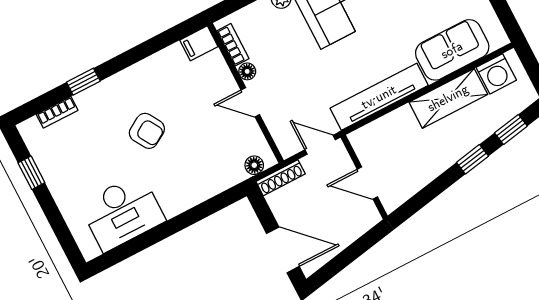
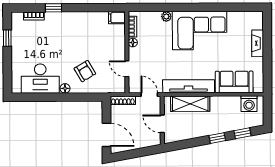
shelving: (448, 98) -> (190, 104), moved
door: (250, 102) -> (127, 69), moved
armchair: (147, 131) -> (85, 71), moved
floor lamp: (254, 165) -> (65, 88), moved

